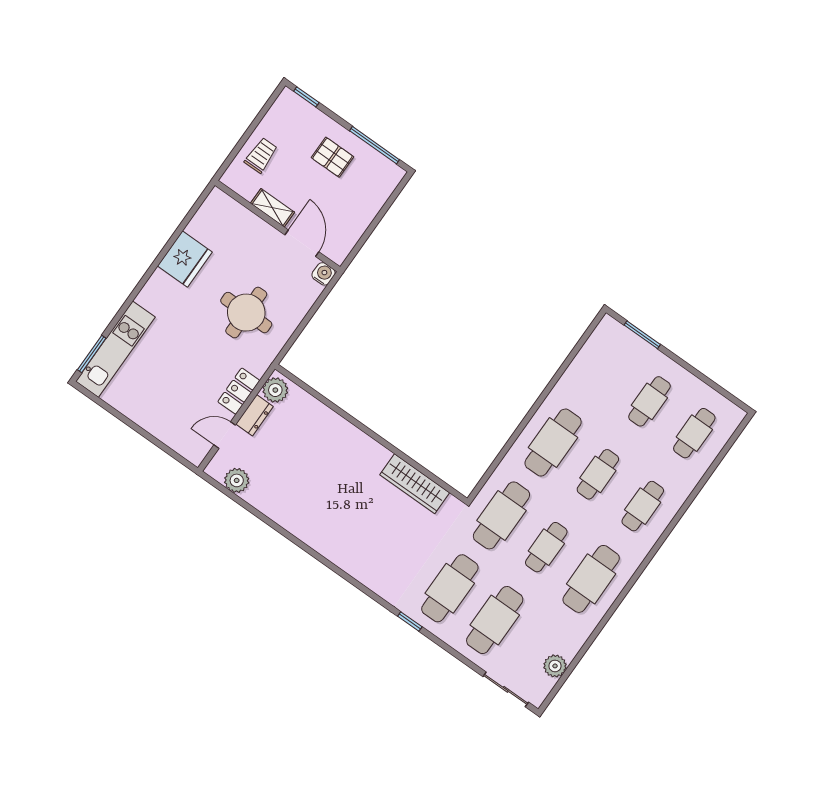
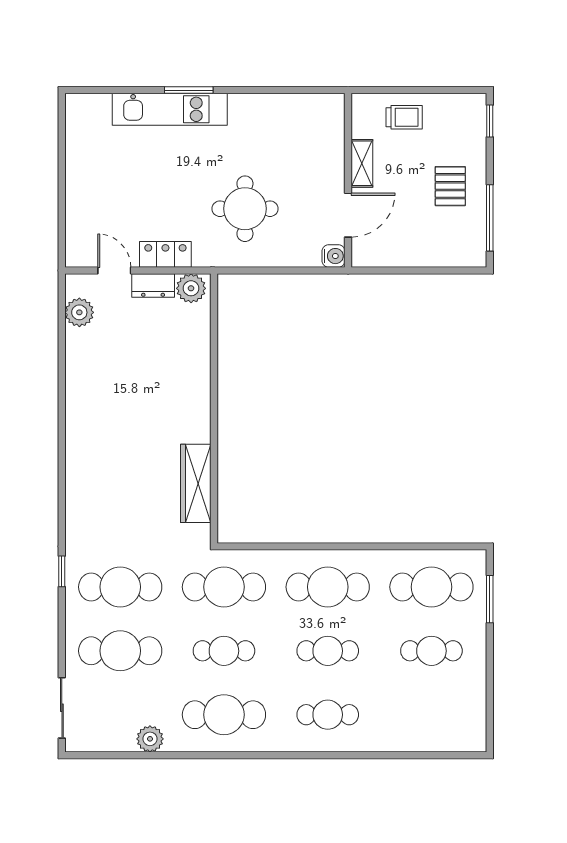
fridge: (185, 259) -> (255, 114), removed
kitchen unit: (115, 349) -> (170, 109), moved
window: (92, 354) -> (189, 90), moved
cafe table: (694, 433) -> (431, 587), moved, width x1.37, depth x1.35
plant: (555, 666) -> (150, 739), moved

